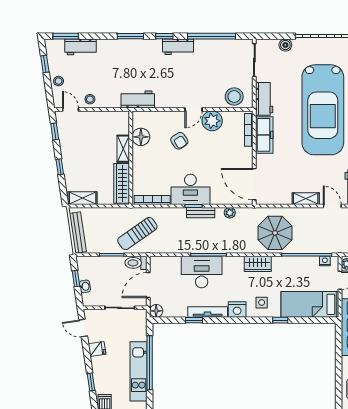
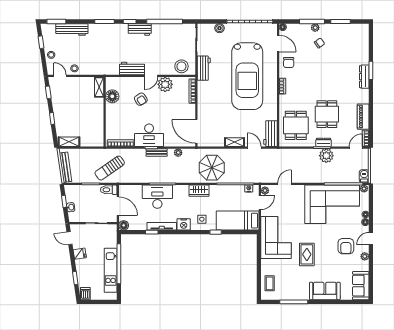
workbench: (81, 47) -> (72, 29), width x1.38
workbench: (138, 99) -> (132, 69), moved
freezer: (264, 135) -> (204, 95), removed
shelving: (123, 149) -> (99, 87), moved
wardrobe: (122, 183) -> (98, 131), removed
door: (148, 285) -> (118, 206), swing flipped

